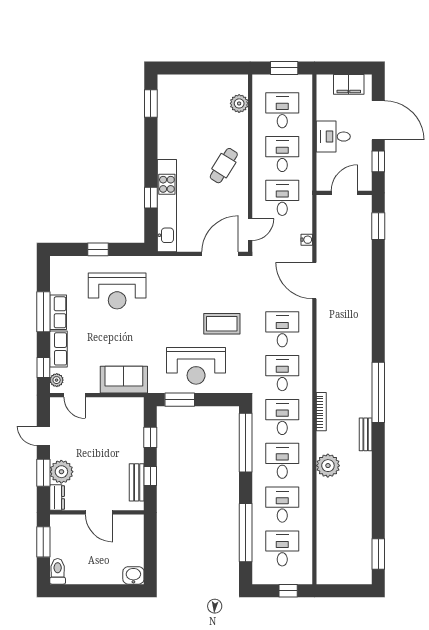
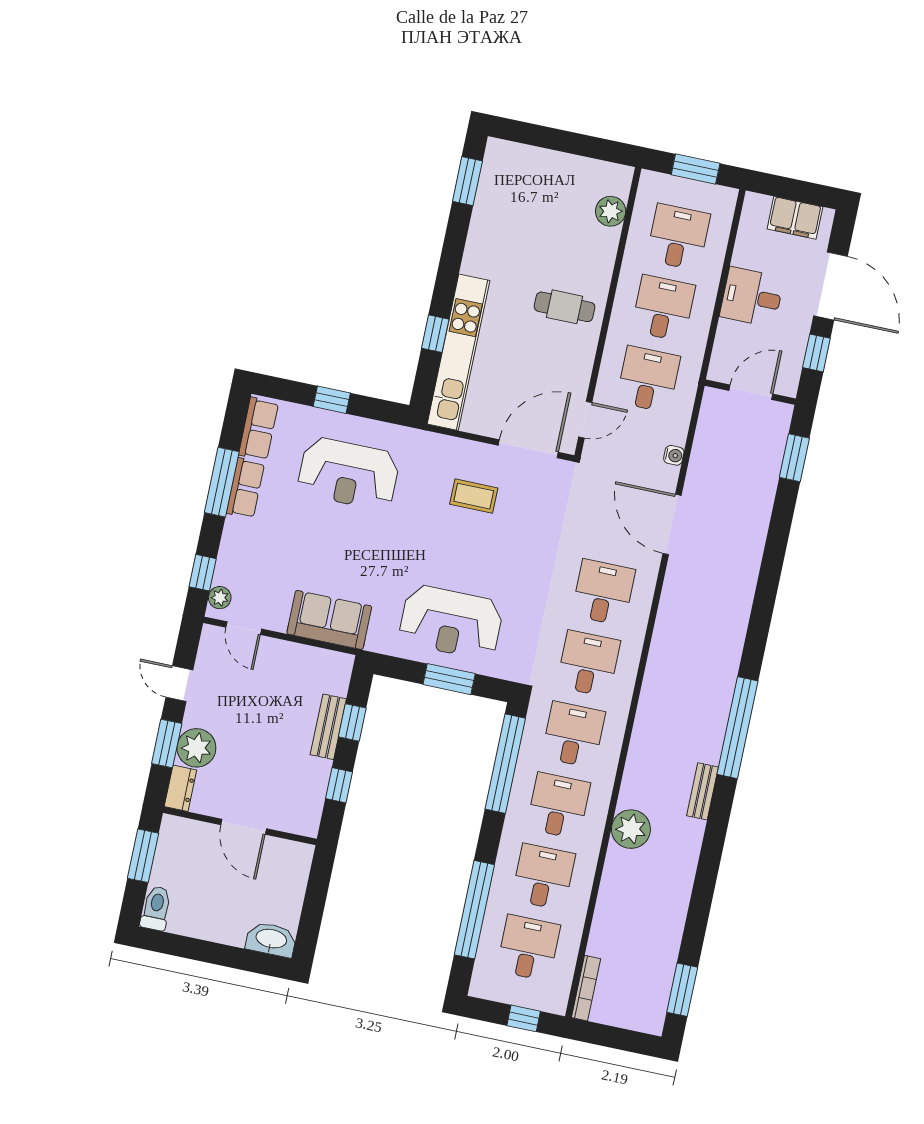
cafe table: (224, 166) -> (565, 307), turned 58
coffee table: (222, 324) -> (474, 496), moved, width x0.73, depth x0.77
row of seats: (58, 349) -> (259, 429), moved
window: (180, 400) -> (449, 679), moved
bookcase: (321, 412) -> (586, 988), moved
bench: (137, 482) -> (328, 727), moved
washbasin: (133, 575) -> (271, 939), width x1.38

